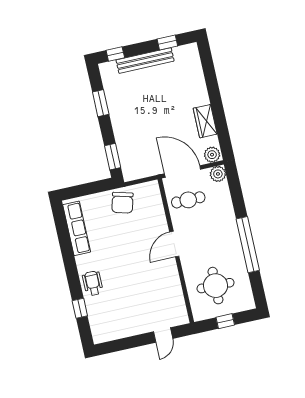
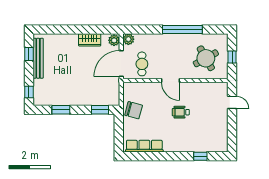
bench: (145, 61) -> (38, 58), moved
wheelchair: (93, 283) -> (181, 112), moved
round table: (215, 286) -> (206, 58), turned -30

